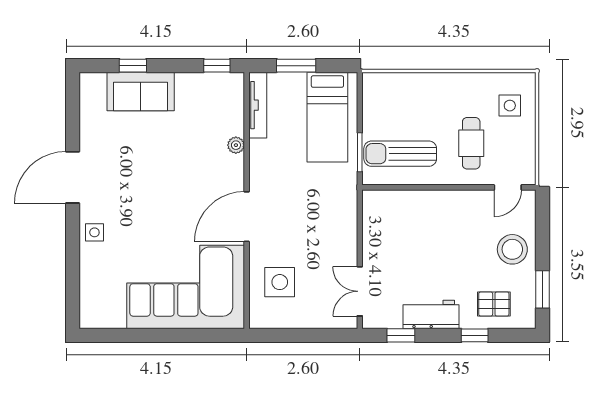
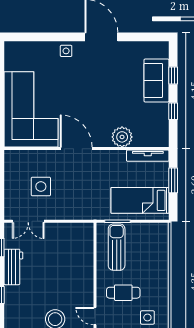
window: (217, 66) -> (173, 111), moved
plant: (236, 145) -> (122, 137), width x1.88, depth x1.88
side table: (280, 282) -> (41, 187), moved
double door: (360, 291) -> (28, 221), swing flipped
pallet: (494, 304) -> (20, 307), removed

